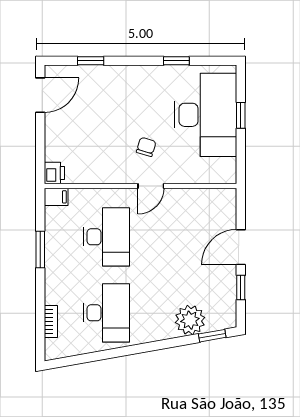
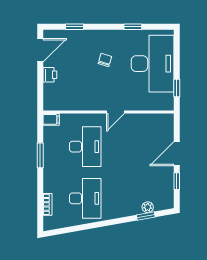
window: (241, 115) -> (177, 88), moved
chair: (146, 147) -> (105, 60), moved
printer: (54, 173) -> (50, 75), moved
plant: (190, 320) -> (148, 207), width x0.53, depth x0.53
window: (212, 336) -> (146, 216), moved

